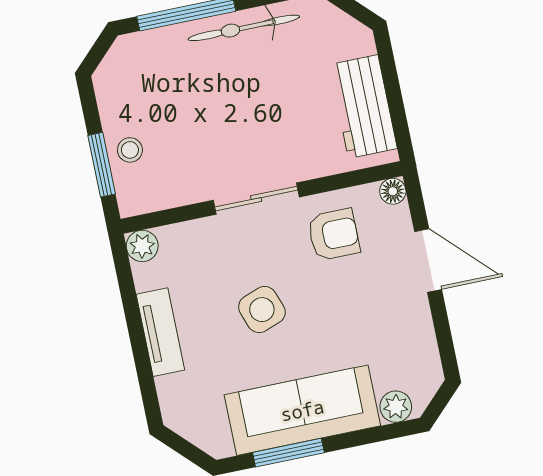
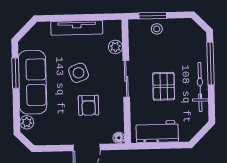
pallet: (257, 111) -> (164, 86), added
armchair: (334, 235) -> (89, 105), moved
plant: (142, 246) -> (115, 47), moved
tv unit: (160, 332) -> (77, 28), width x1.41

